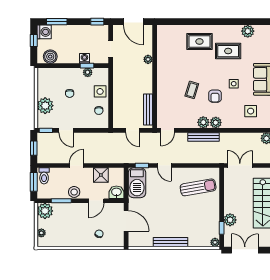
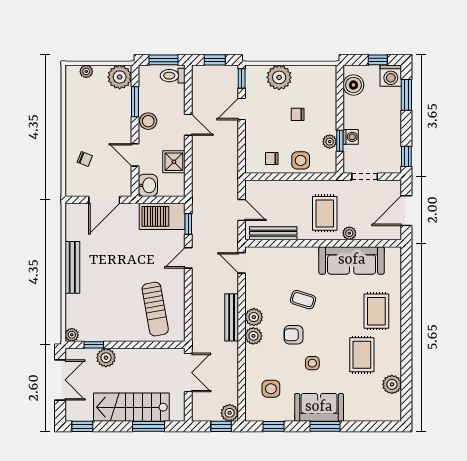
sofa: (166, 58) -> (352, 260), added
rug: (135, 76) -> (325, 213), added
door: (133, 130) -> (242, 210), swing flipped

